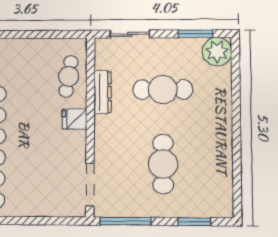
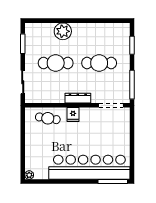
plant: (217, 52) -> (63, 31), moved
cafe table: (163, 89) -> (56, 63), turned 90
dresser: (103, 92) -> (78, 98), moved

